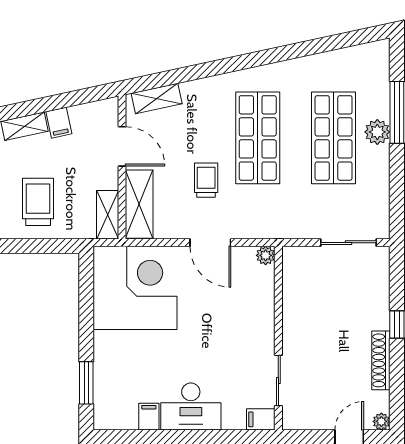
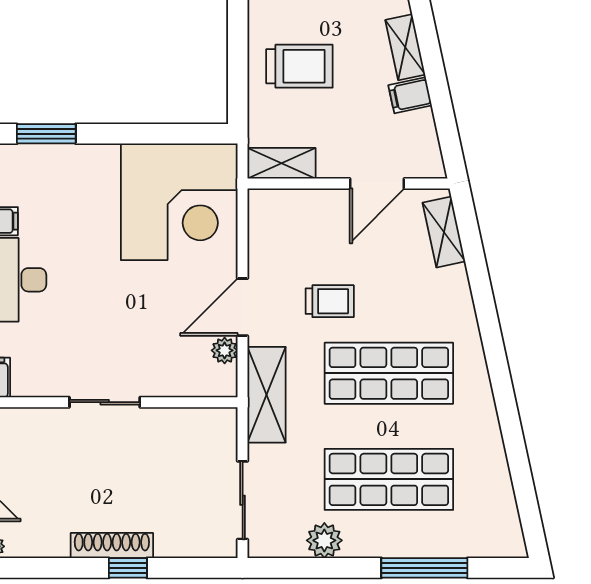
plant: (377, 132) -> (324, 540), moved
shelving: (139, 204) -> (267, 395), moved, turned 90
plant: (266, 255) -> (225, 350), moved
shoe rack: (381, 360) -> (112, 545), moved
sliding door: (278, 380) -> (105, 402), moved

